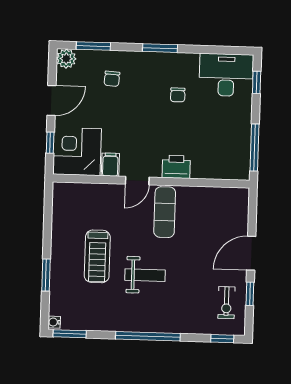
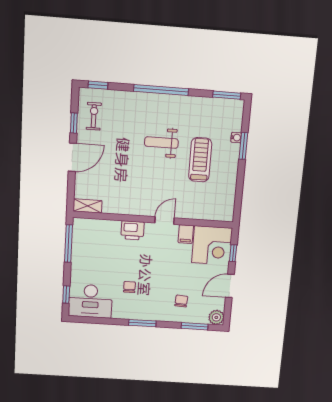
shelving: (232, 195) -> (87, 206), added
exercise mat: (165, 212) -> (143, 194), removed
water cooler: (54, 322) -> (236, 138), moved

